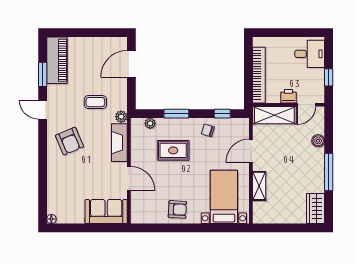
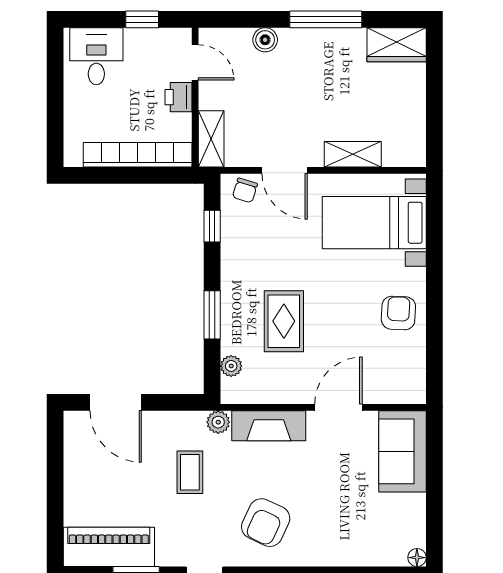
shelving: (274, 115) -> (211, 139), width x0.67, depth x0.75
chair: (208, 130) -> (245, 190), moved
armchair: (69, 141) -> (266, 523), turned 138

